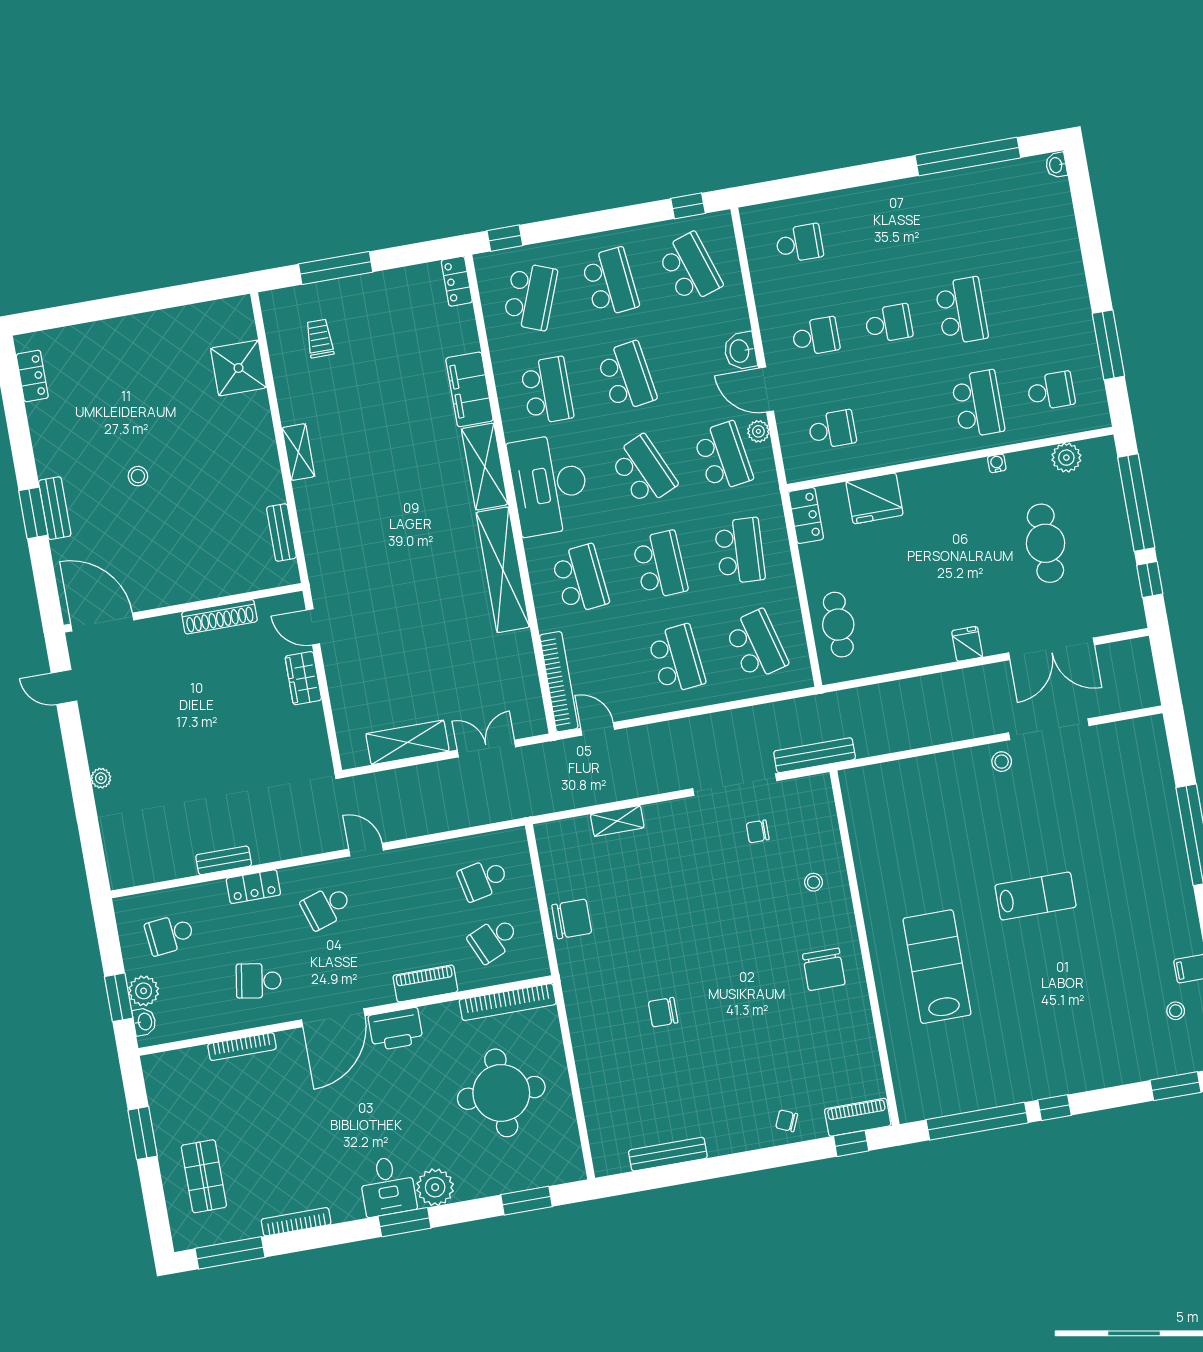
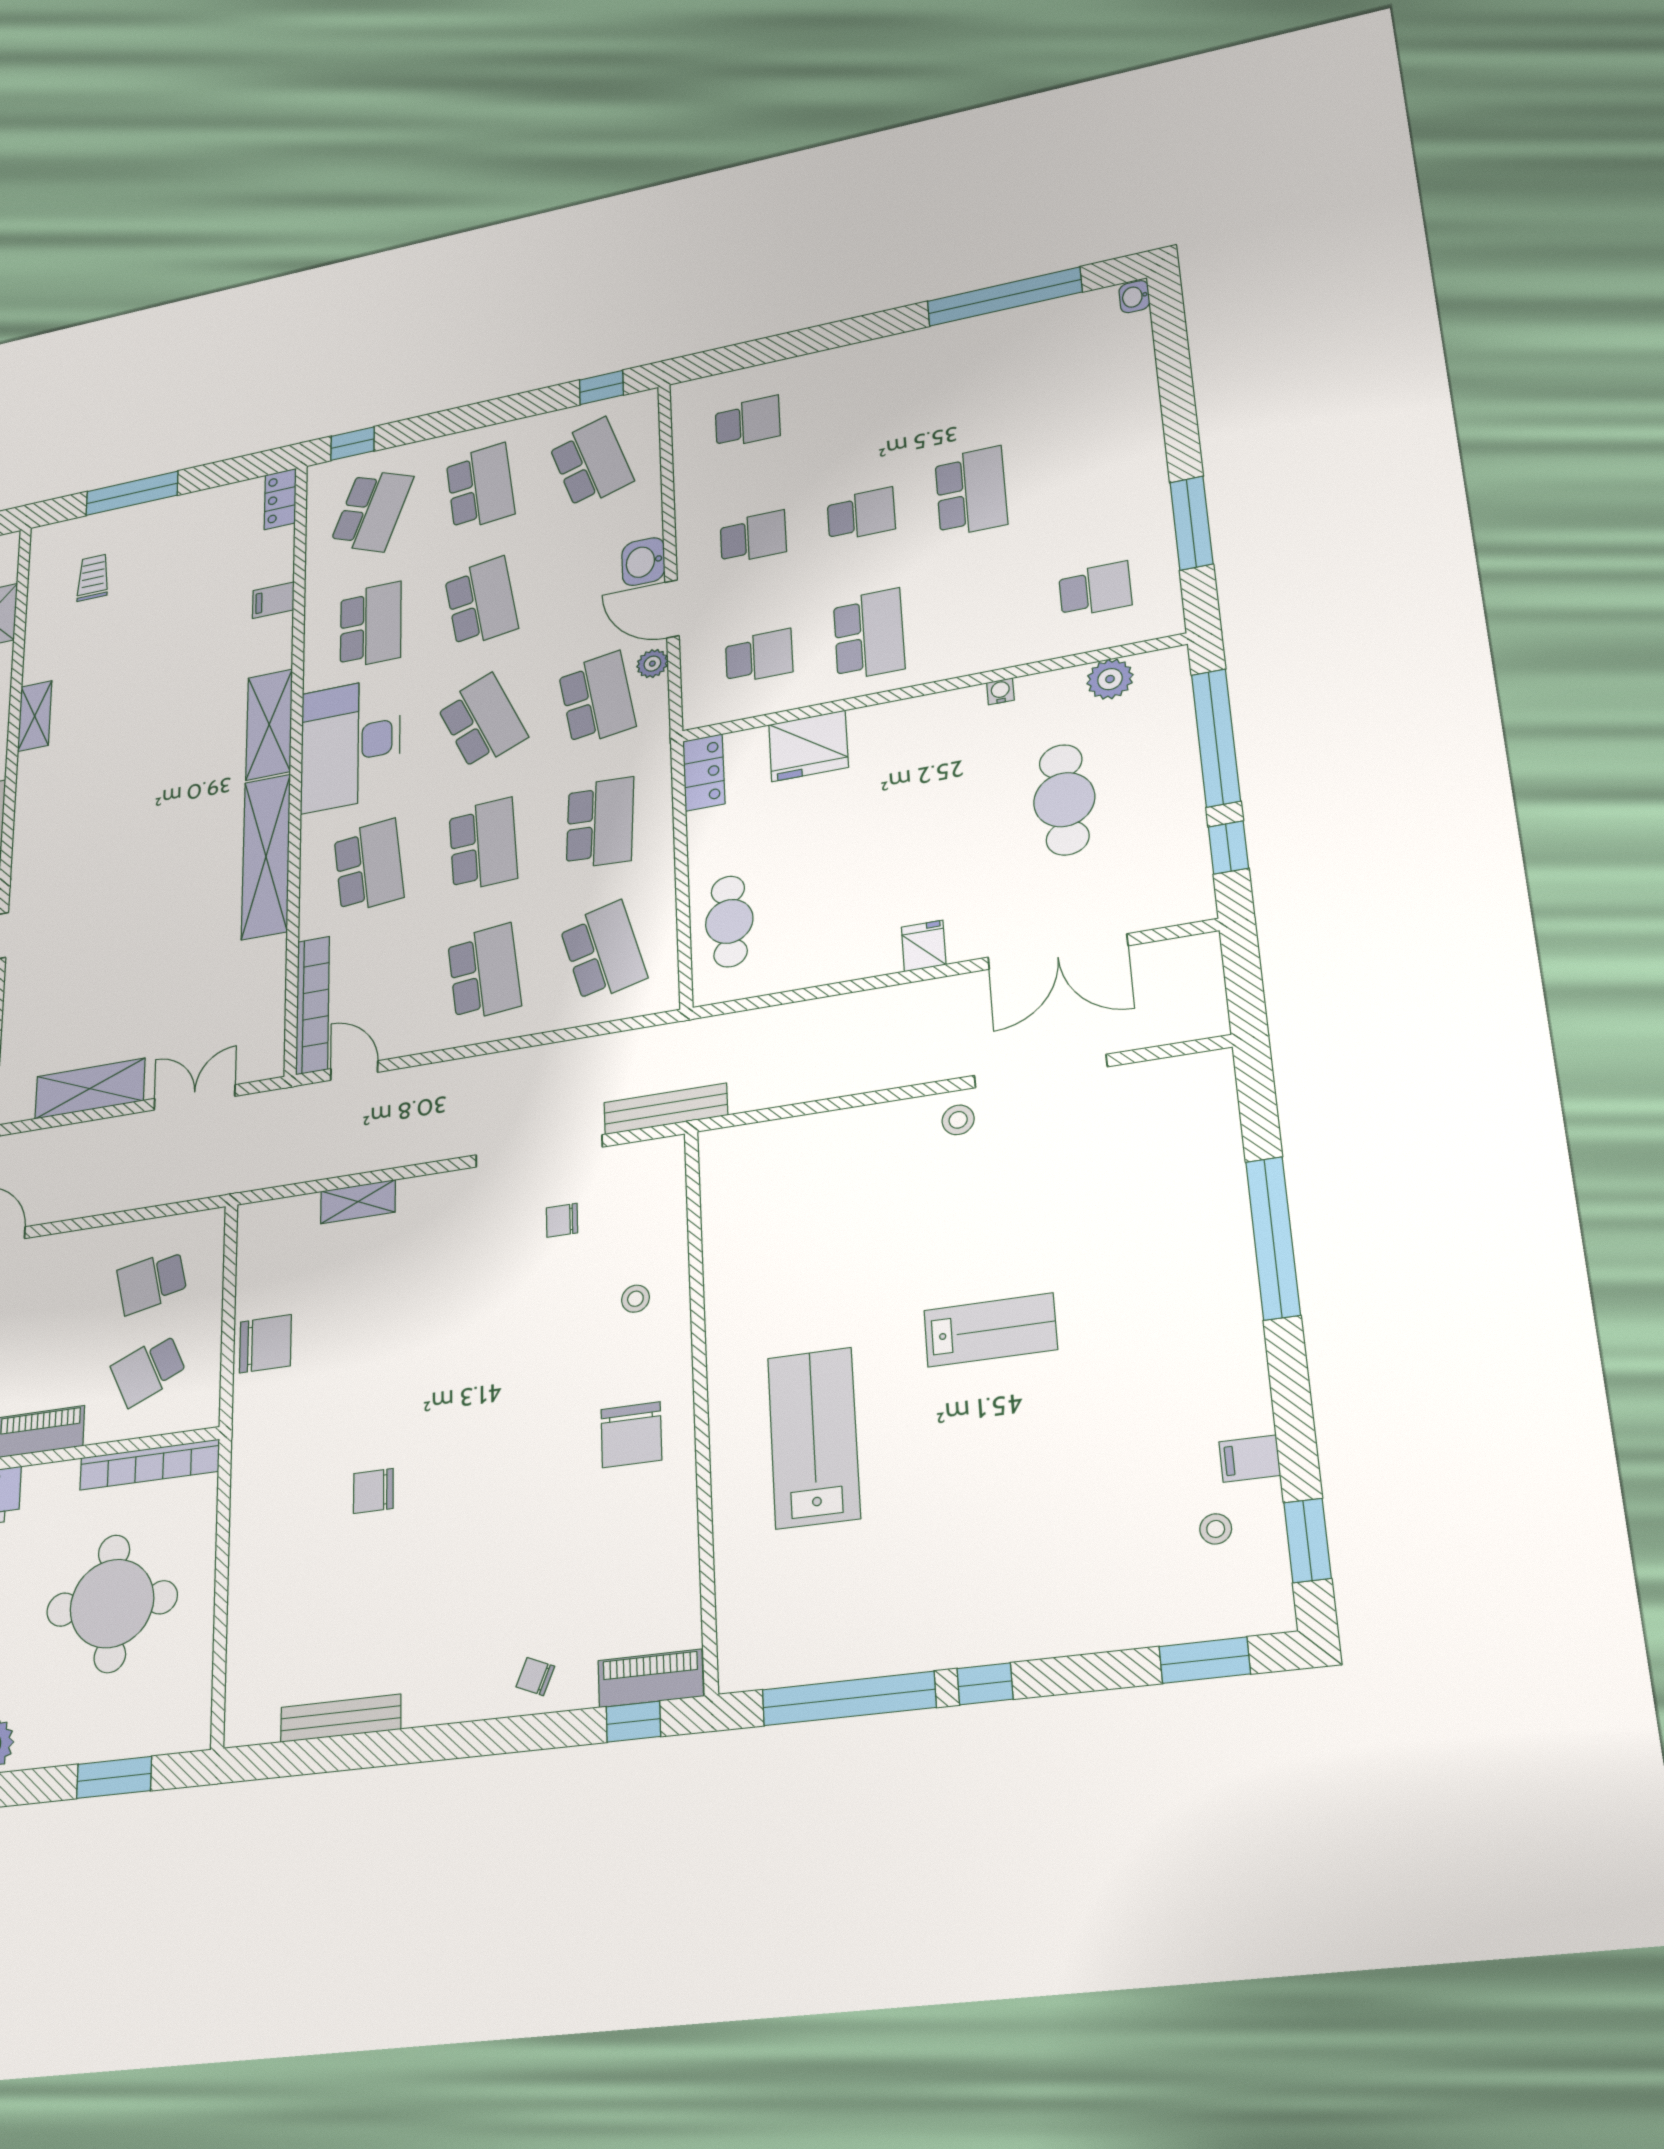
filing cabinet: (469, 389) -> (273, 600), width x0.33, depth x0.86
school desk: (978, 404) -> (869, 634), moved

